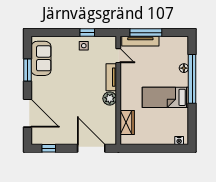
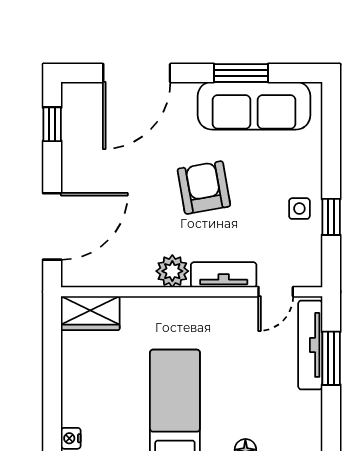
window: (146, 33) -> (331, 358), width x0.69
sofa: (41, 58) -> (254, 106), width x1.36
armchair: (75, 85) -> (204, 188), added
wardrobe: (127, 122) -> (90, 313), moved

